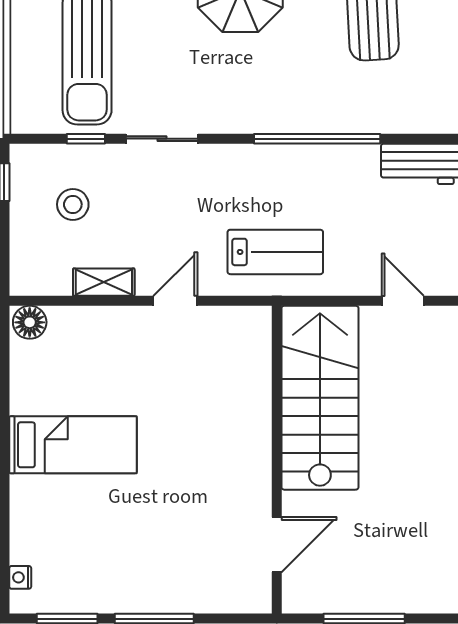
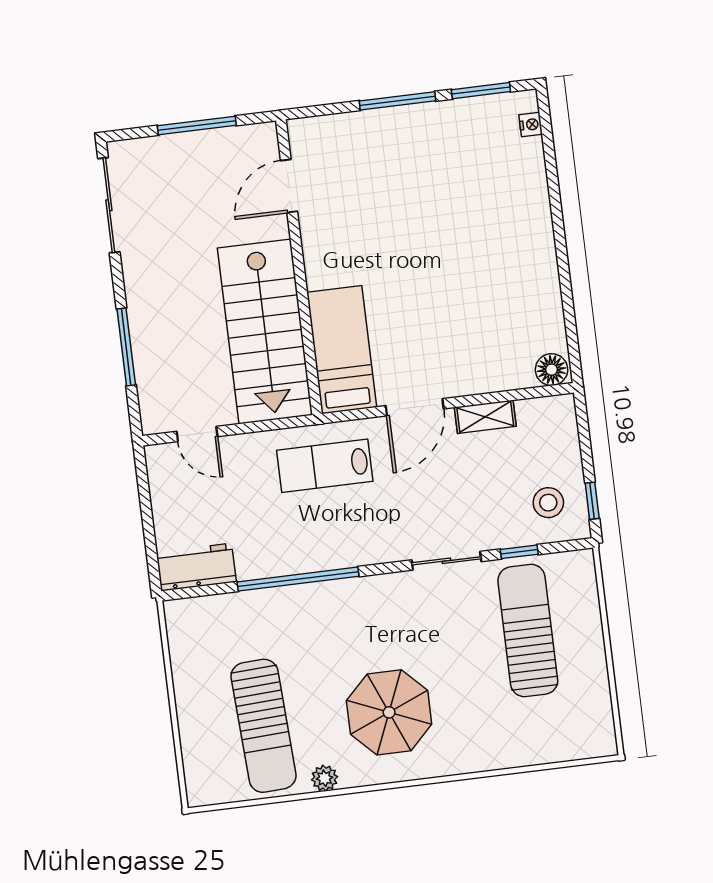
stool: (73, 204) -> (548, 503), moved
door: (175, 301) -> (415, 407), width x1.38
bed: (73, 445) -> (342, 350), moved, turned 90

